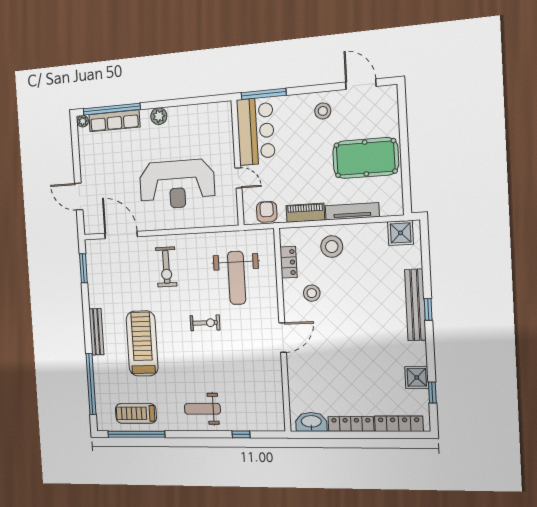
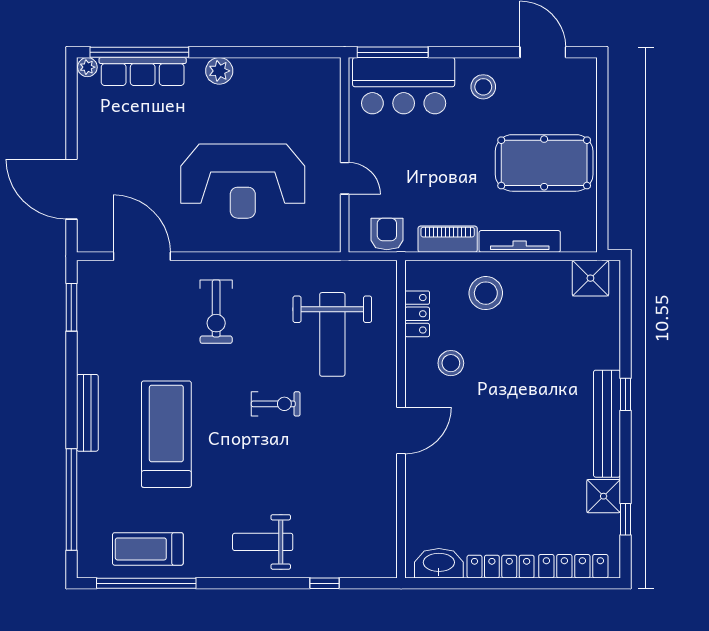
bar counter: (256, 131) -> (404, 86), moved, turned 90
door: (79, 197) -> (71, 189), width x1.36
bench: (415, 305) -> (607, 424), moved

